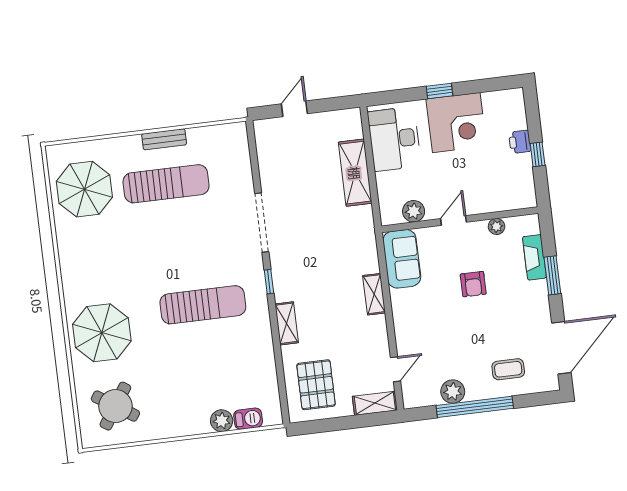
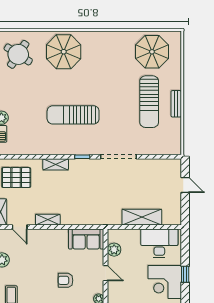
shelving: (374, 294) -> (48, 220), moved
sun lounger: (203, 305) -> (73, 115), turned 90

